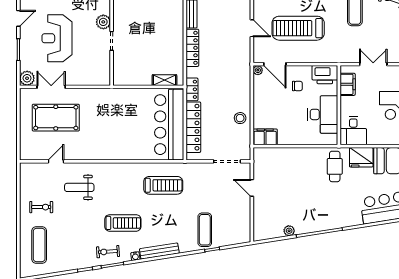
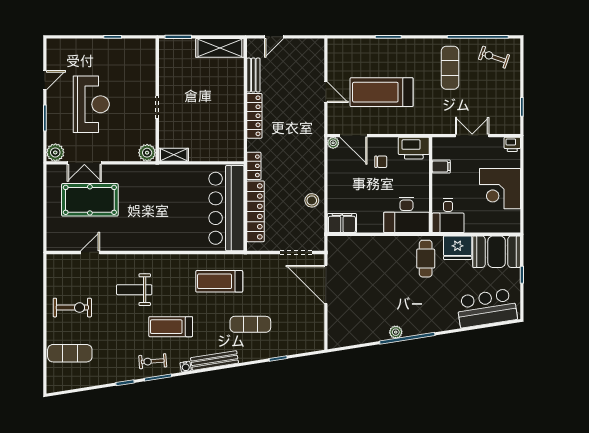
plant: (103, 22) -> (147, 153), moved
reception desk: (57, 38) -> (91, 104), turned 180
shelving: (164, 80) -> (174, 155), moved
filing cabinet: (348, 84) -> (441, 167), width x0.50
double door: (51, 87) -> (84, 163), swing flipped
desk: (323, 114) -> (406, 215), moved, turned 90
treadmill: (163, 185) -> (219, 281), turned 180
weight bench: (79, 187) -> (134, 290), moved
door: (252, 188) -> (326, 284), width x1.87
exercise bike: (41, 207) -> (72, 308), width x1.38, depth x1.39
treadmill: (123, 223) -> (171, 327), turned 180
exercise mat: (205, 230) -> (250, 324), moved, turned 90
plant: (289, 231) -> (396, 332), moved
exercise mat: (39, 245) -> (70, 353), turned 90

